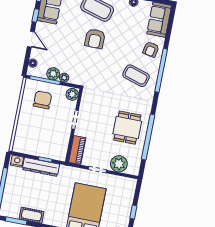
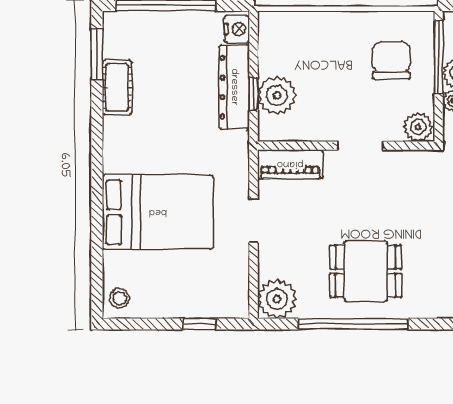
chair: (43, 100) -> (391, 60), turned -90
plant: (48, 150) -> (277, 95), added
plant: (119, 164) -> (277, 299), moved
window: (133, 212) -> (200, 324), moved

